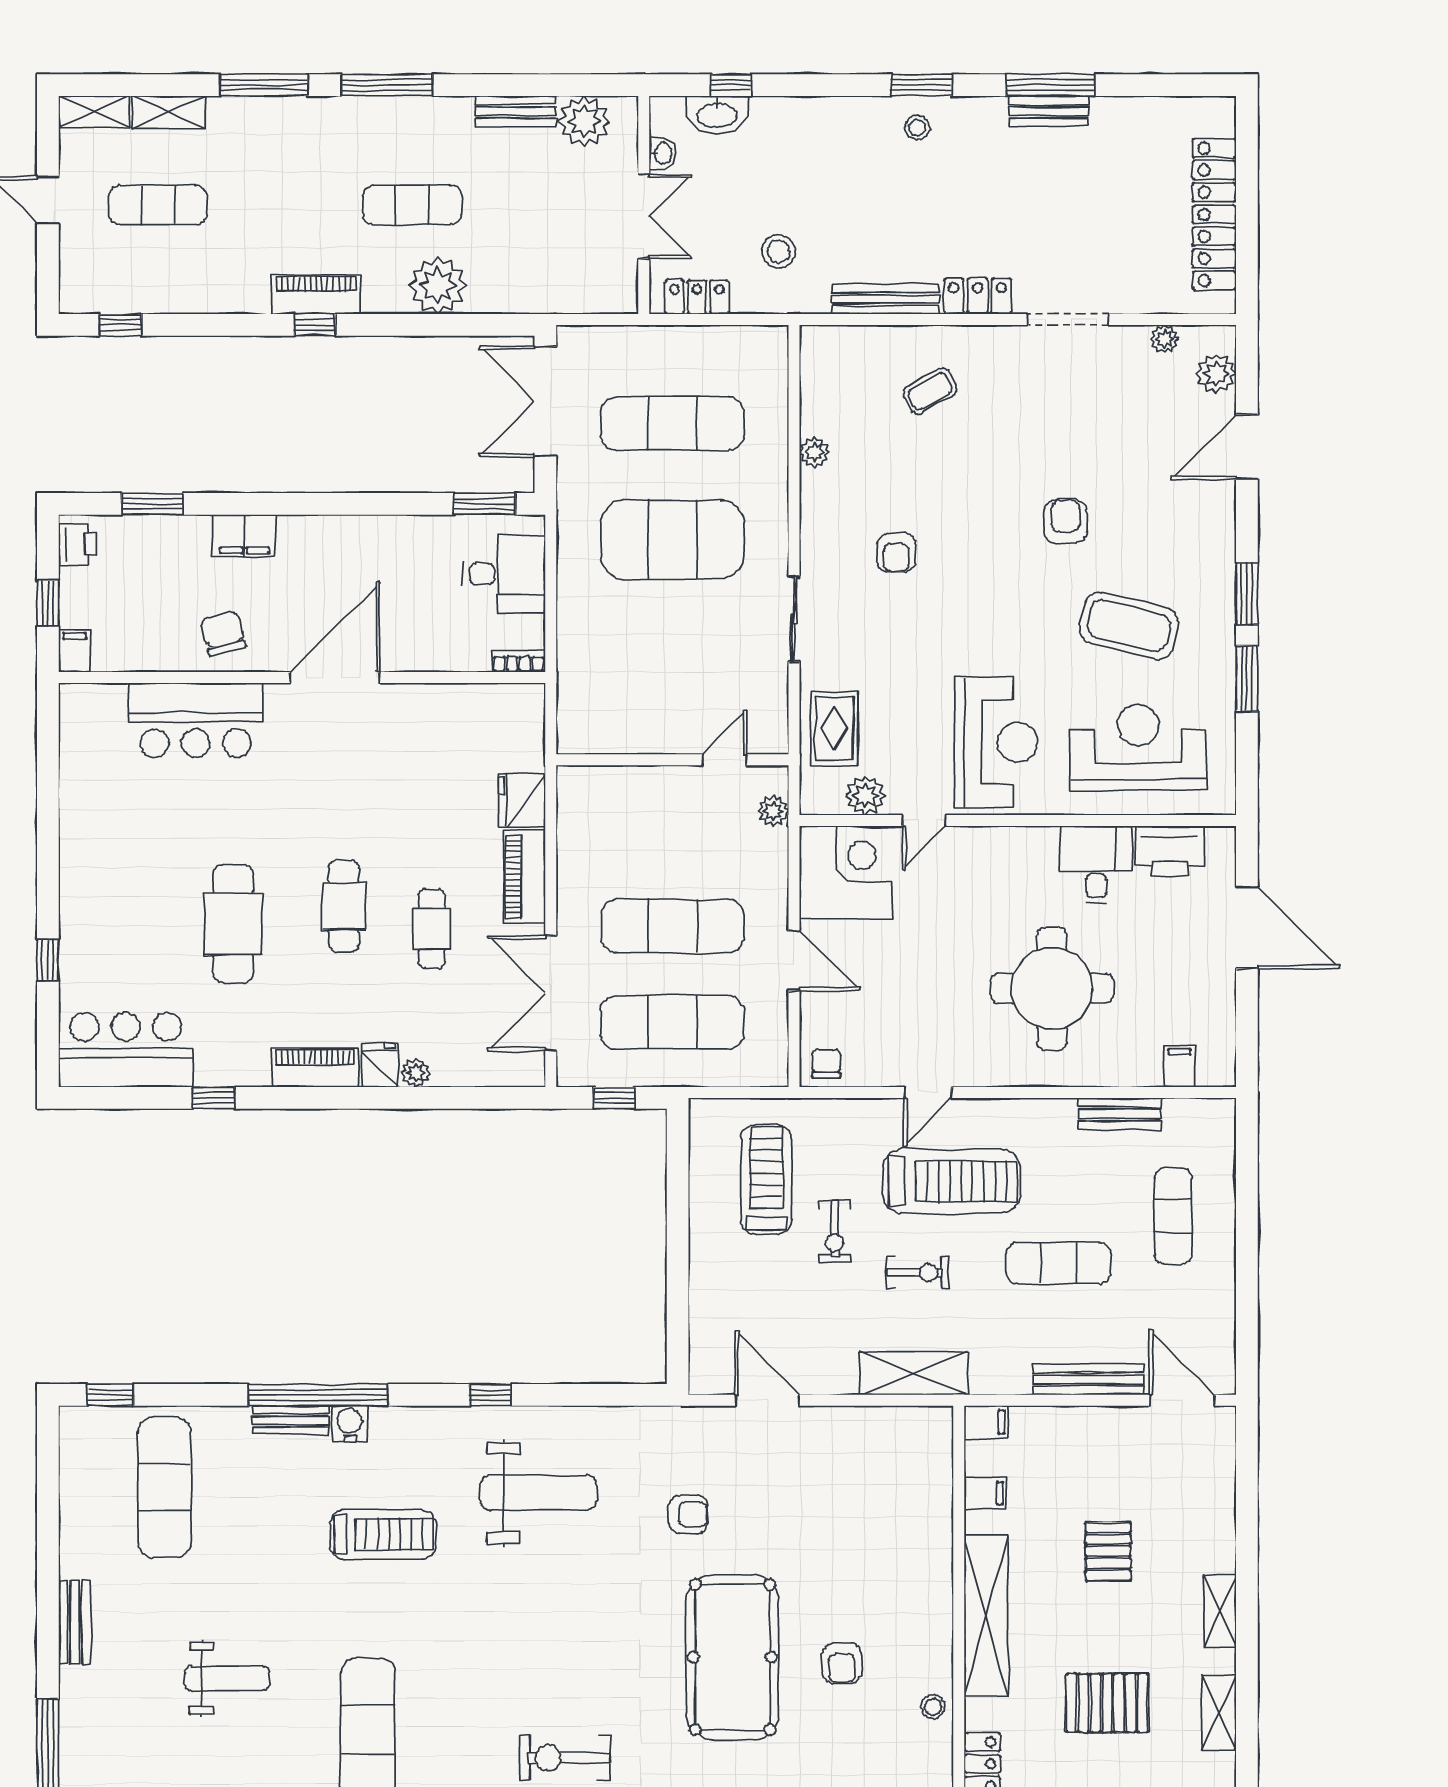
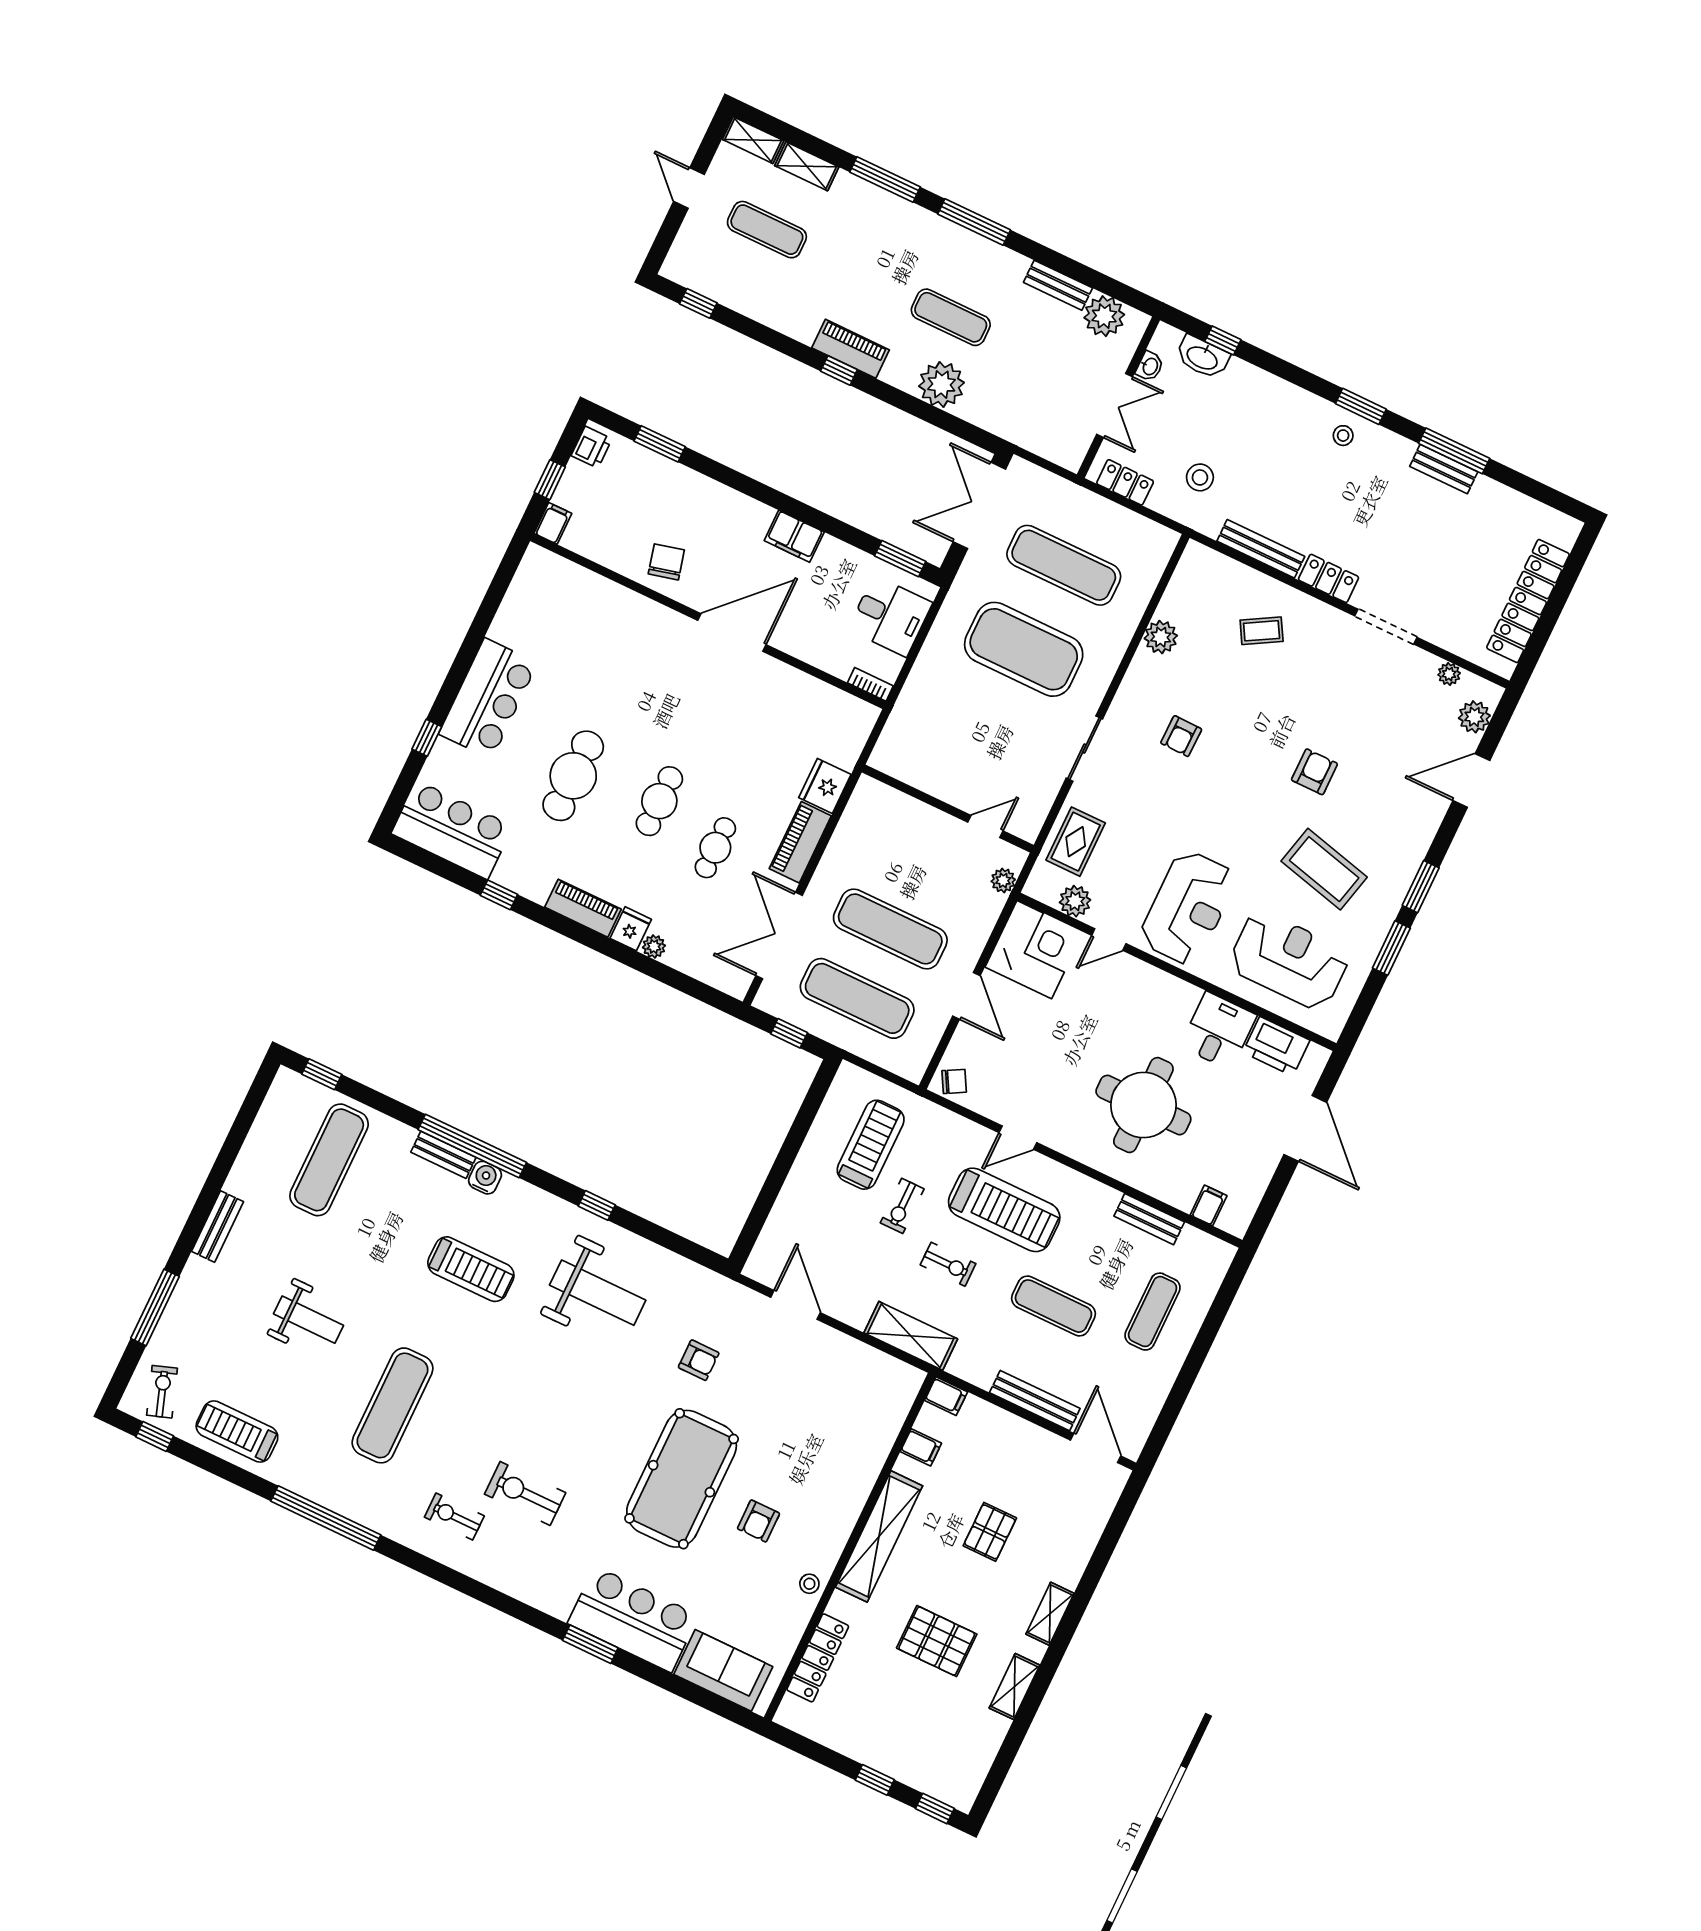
plant: (815, 452) -> (1161, 637), width x1.38, depth x1.38
filing cabinet: (245, 536) -> (794, 536), moved
bar counter: (196, 720) -> (488, 698), moved, turned -90
chair: (826, 1063) -> (954, 1081), turned 61

